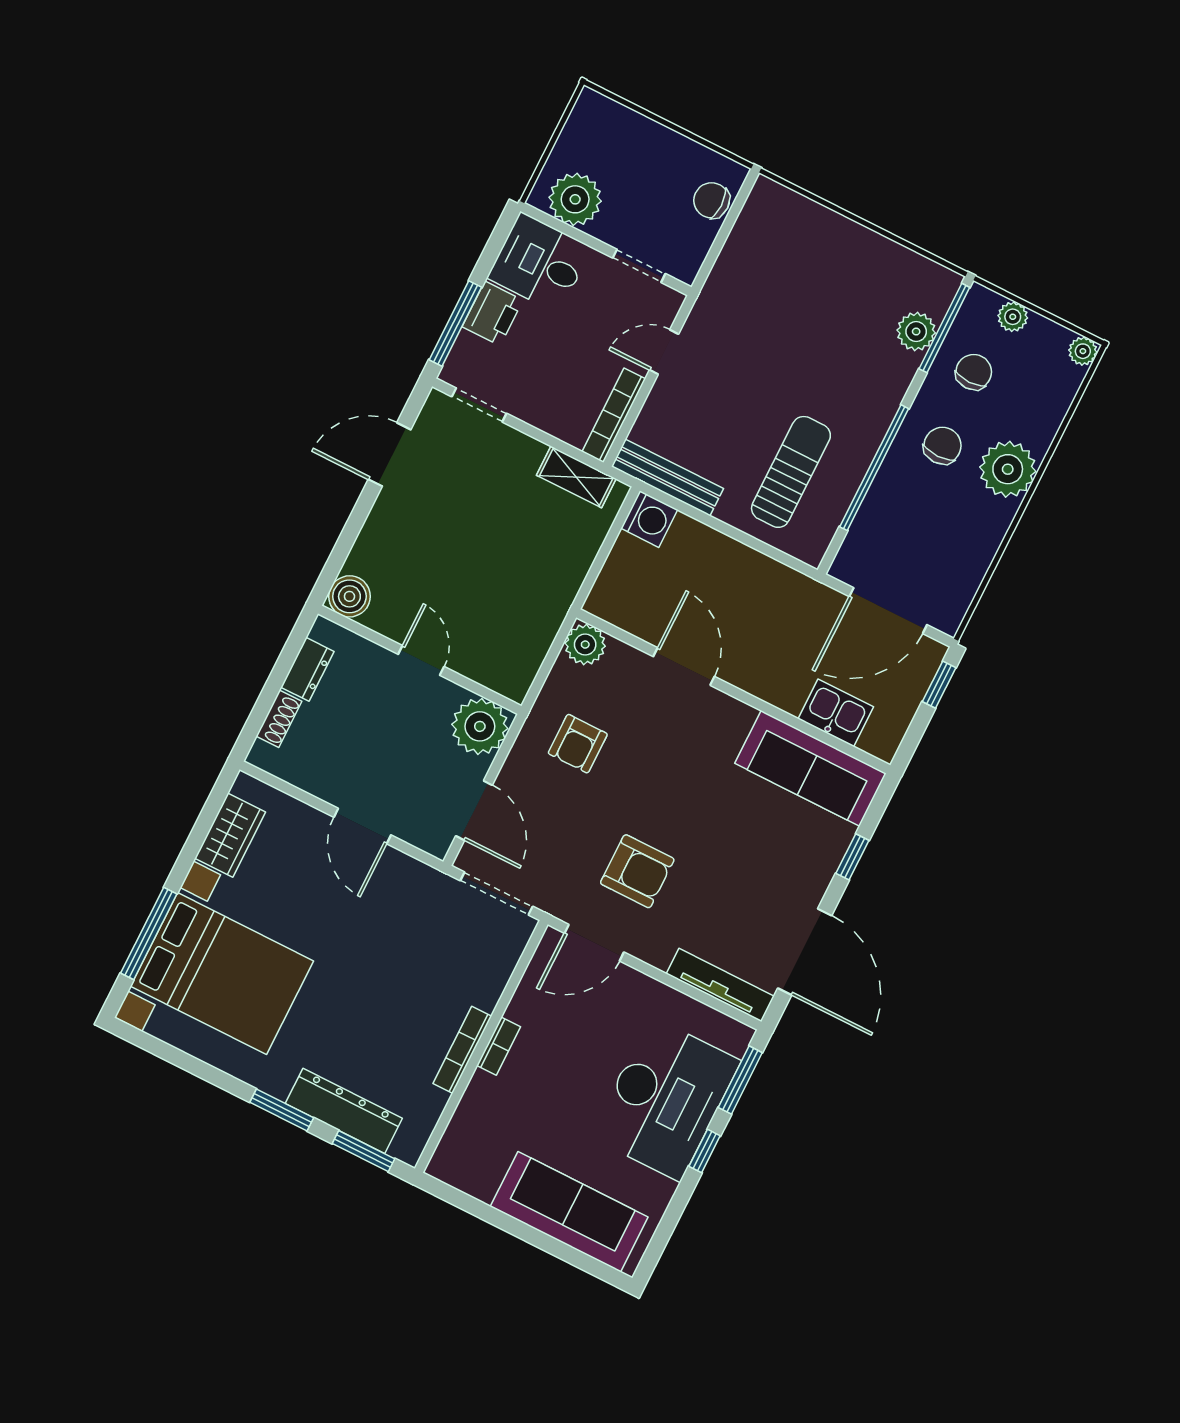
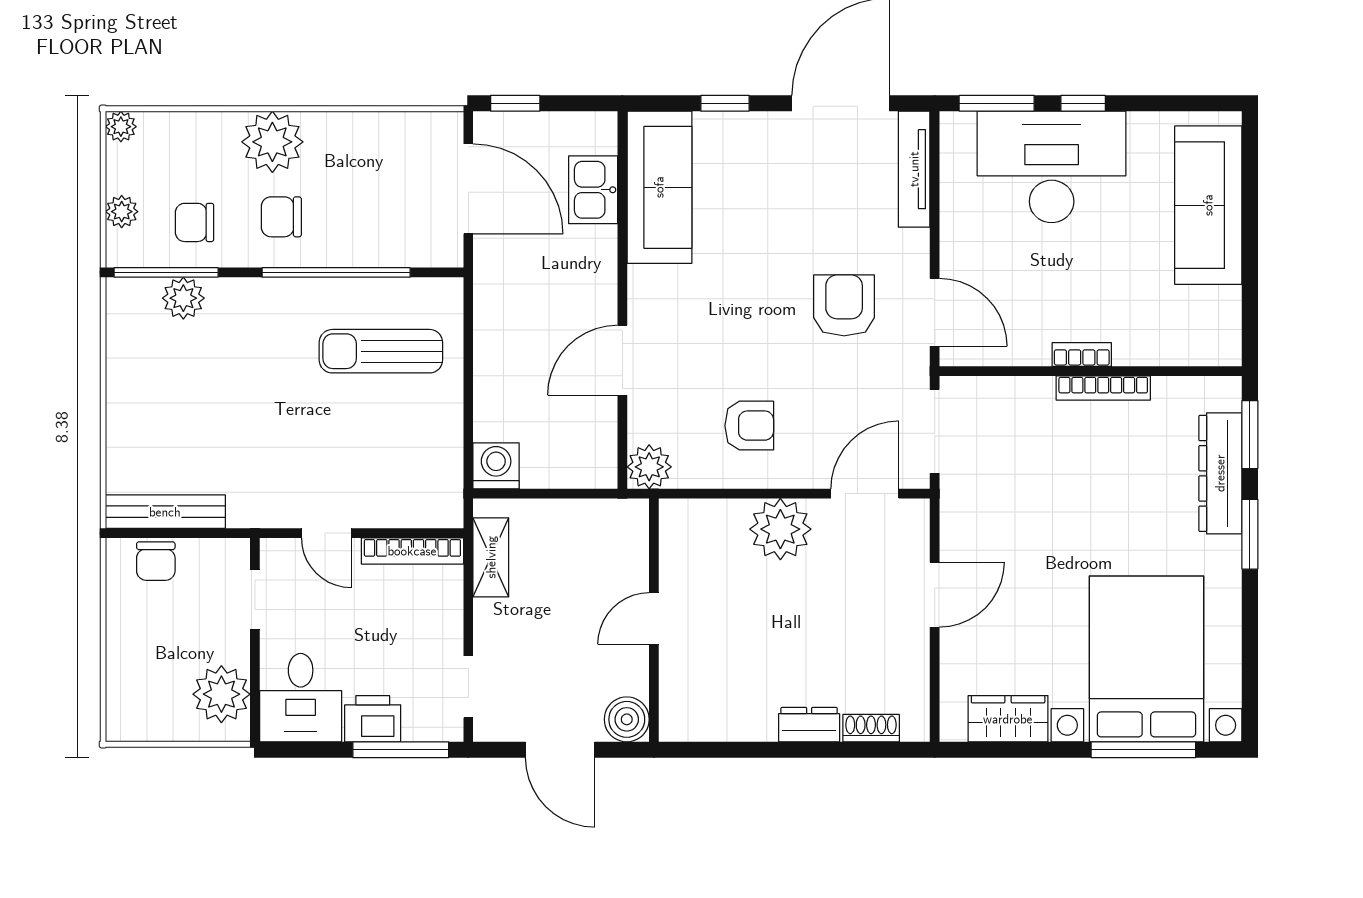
bench: (667, 477) -> (165, 512), moved, turned 90
boiler: (349, 596) -> (627, 719), moved
wall: (420, 660) -> (654, 620), moved
door: (421, 660) -> (654, 618), moved

